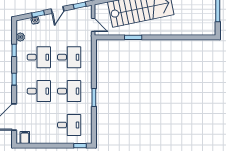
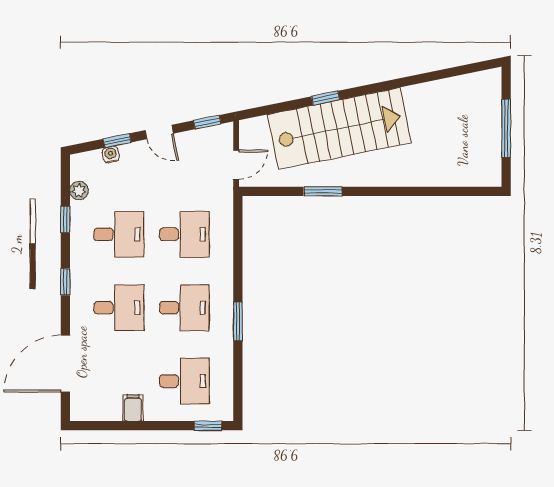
door: (58, 10) -> (159, 132), hinge flipped
door: (93, 25) -> (236, 165), hinge flipped
filing cabinet: (25, 137) -> (133, 408), moved

